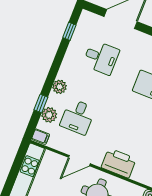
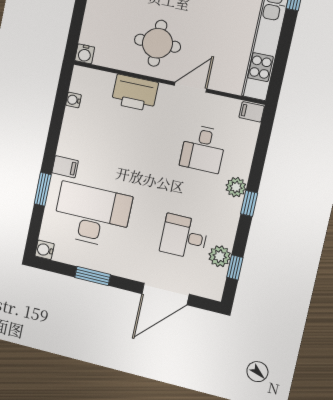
window: (41, 104) -> (249, 203), moved
plant: (49, 115) -> (220, 256), moved
desk: (78, 117) -> (203, 149), turned 180

